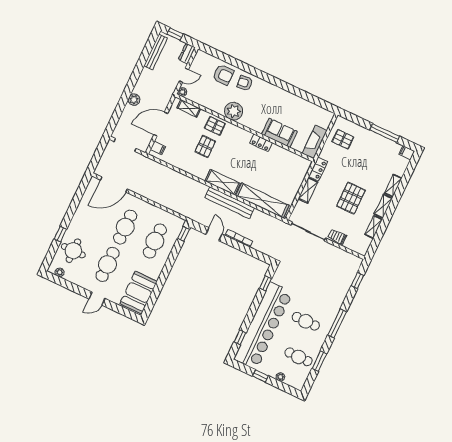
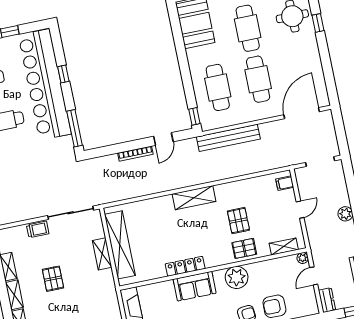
door: (161, 124) -> (300, 210), width x0.53
sofa: (279, 133) -> (195, 286), moved
locker: (261, 143) -> (185, 266), width x1.53
locker: (318, 169) -> (108, 283), removed
pallet: (351, 198) -> (53, 279), width x0.67, depth x0.71
shelving: (262, 200) -> (120, 245), moved, turned 90
bench: (230, 203) -> (228, 138), moved
door: (214, 234) -> (163, 139), hinge flipped
window: (265, 283) -> (75, 128), width x2.17
window: (240, 337) -> (63, 74), moved

